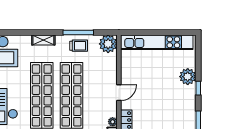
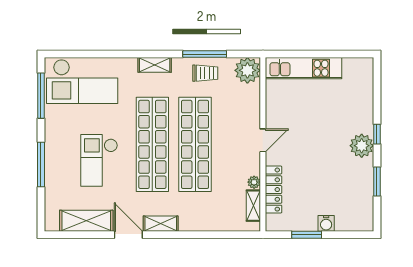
kitchen unit: (157, 42) -> (304, 68), width x0.73
plant: (188, 77) -> (362, 146), moved

